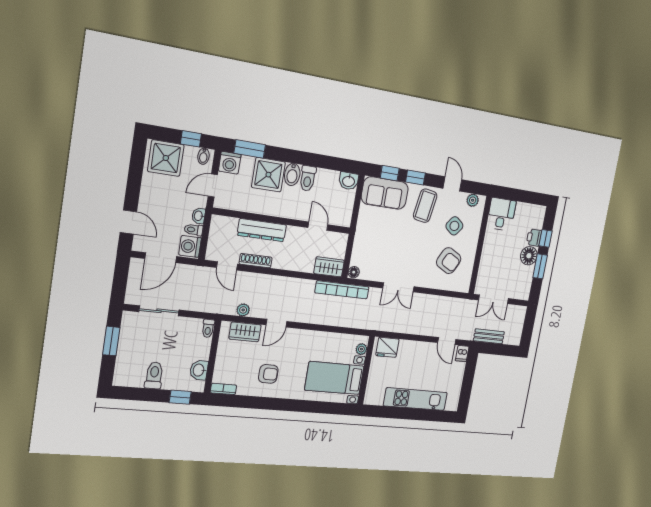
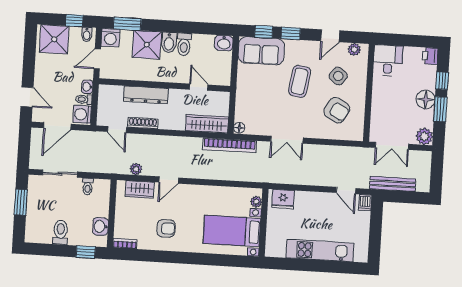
door: (452, 184) -> (330, 36), swing flipped
coffee table: (425, 206) -> (300, 81), moved
printer: (534, 238) -> (430, 56), moved
wardrobe: (329, 267) -> (207, 124), width x1.50
plant: (523, 292) -> (424, 136), added
toilet: (208, 328) -> (88, 187), moved
bench: (489, 336) -> (393, 184), width x1.36

